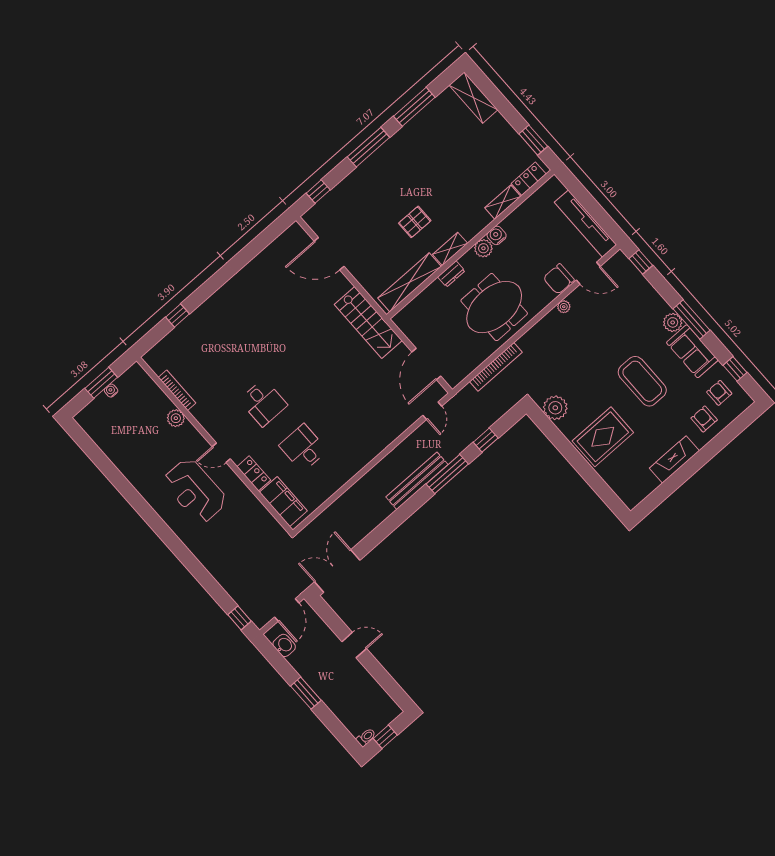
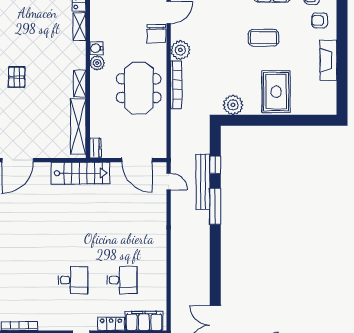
pallet: (415, 222) -> (17, 77), moved
dresser: (451, 274) -> (95, 148), moved
plant: (564, 307) -> (180, 50), width x1.88, depth x1.88
bookcase: (496, 367) -> (176, 85), moved
coffee table: (642, 381) -> (263, 38), width x0.73, depth x0.76
desk: (303, 448) -> (122, 280), turned 180
bench: (417, 481) -> (203, 182), moved

